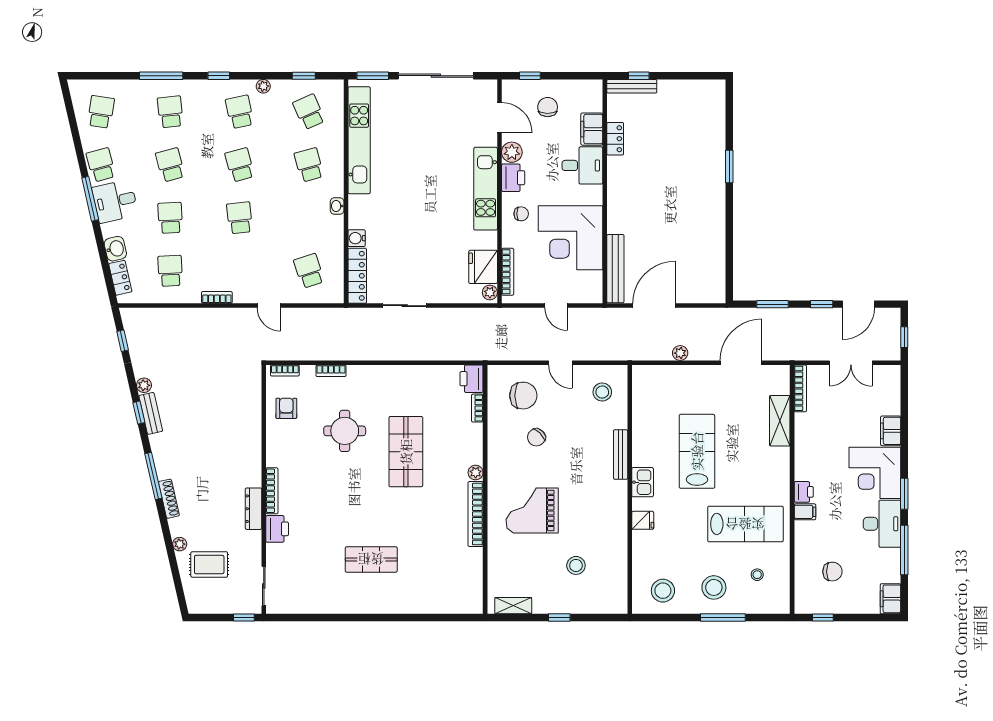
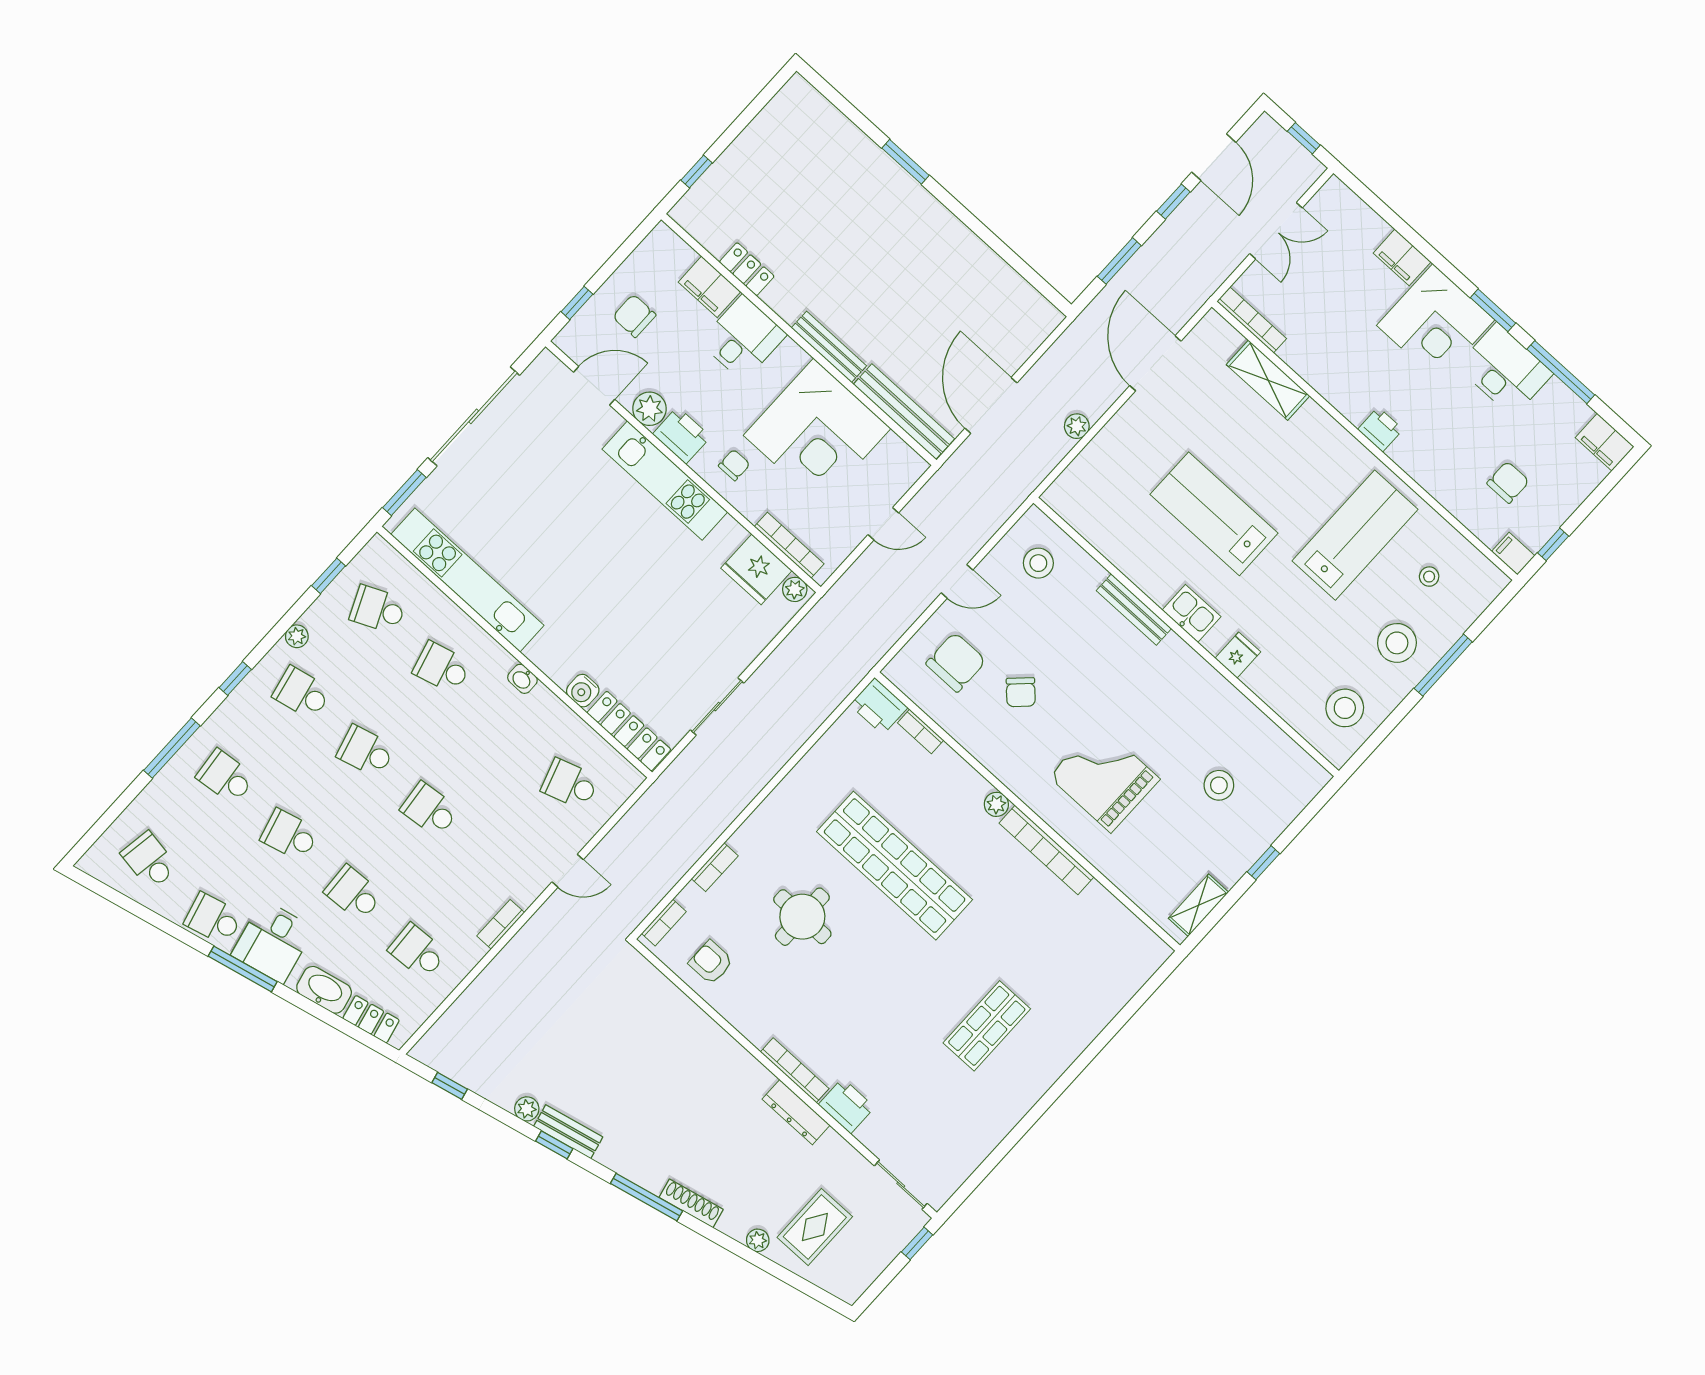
bench: (632, 86) -> (829, 347), moved, turned 90
washbasin: (115, 249) -> (324, 990), width x1.38
shop shelf: (406, 452) -> (895, 866), width x1.40
grand piano: (532, 510) -> (1104, 778), turned 90
filing cabinet: (805, 512) -> (1513, 554), moved, turned -90

